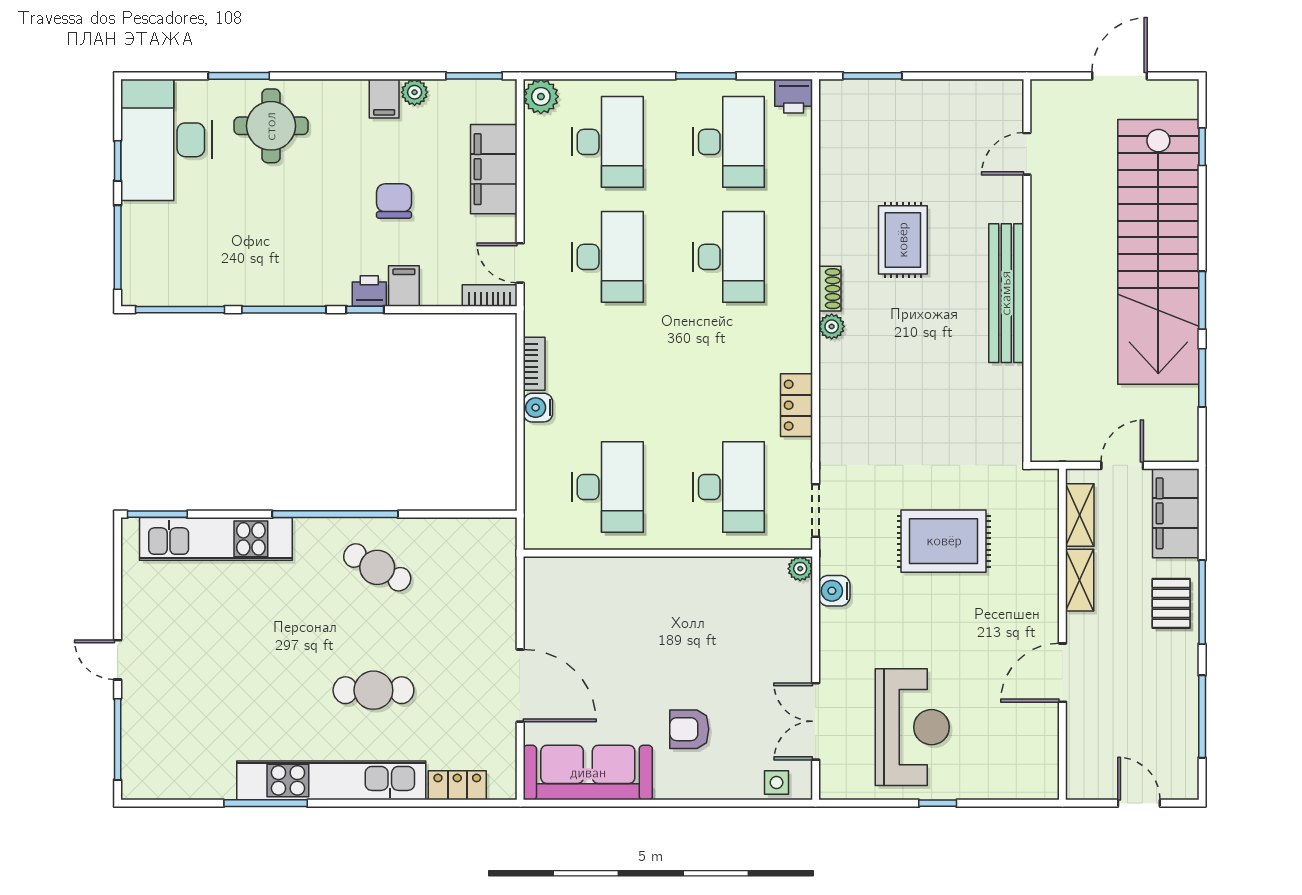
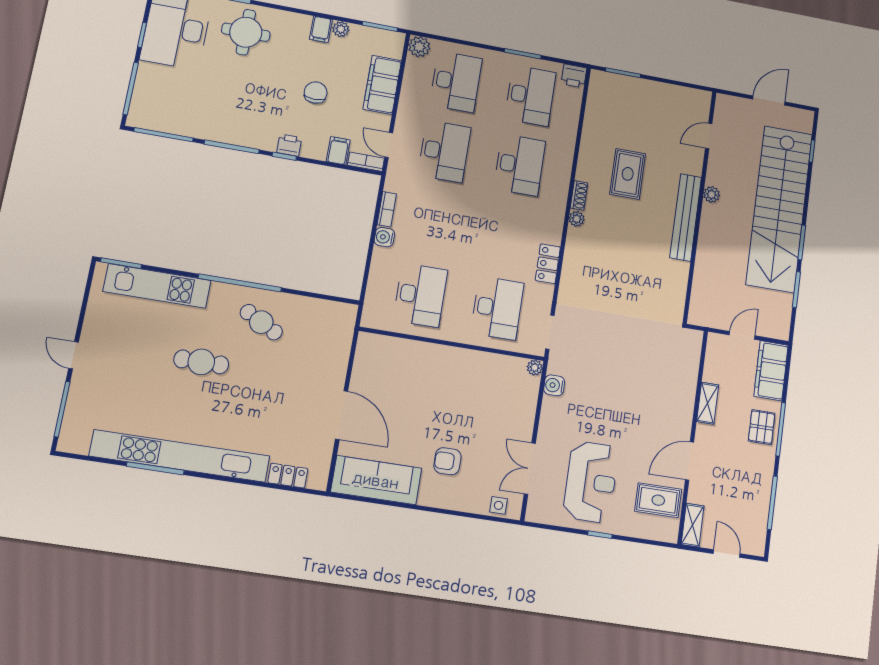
plant: (1044, 249) -> (712, 194), added
filing cabinet: (404, 286) -> (338, 151), moved
shelving: (1080, 515) -> (693, 525), moved
rug: (944, 541) -> (658, 500), moved, width x0.73, depth x0.70
cafe table: (373, 690) -> (201, 362), moved
kitchen unit: (331, 780) -> (180, 456), width x1.36

